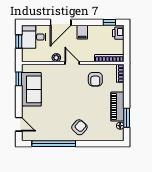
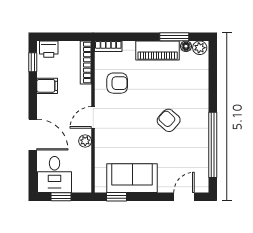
filing cabinet: (82, 32) -> (47, 86), moved
armchair: (79, 127) -> (169, 120), moved
plant: (119, 135) -> (200, 48), added

